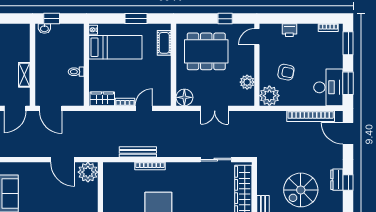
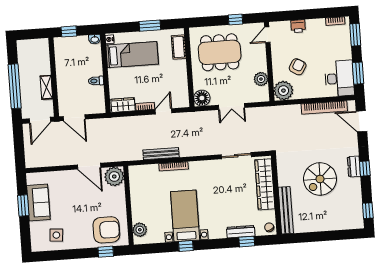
washbasin: (44, 29) -> (95, 39), moved
armchair: (286, 72) -> (298, 67), turned -70

